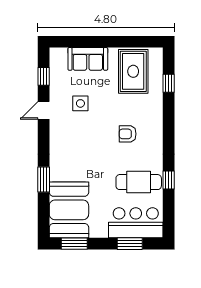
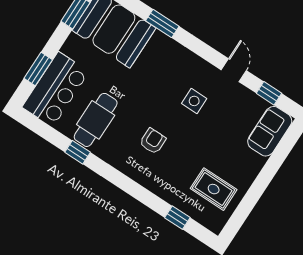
sofa: (88, 59) -> (270, 131), moved
rug: (133, 71) -> (214, 189), width x0.73, depth x0.70
side table: (80, 103) -> (194, 101), moved

